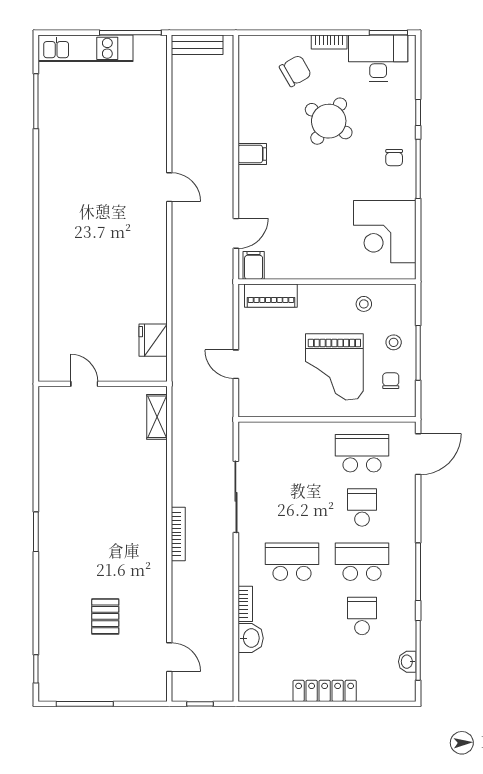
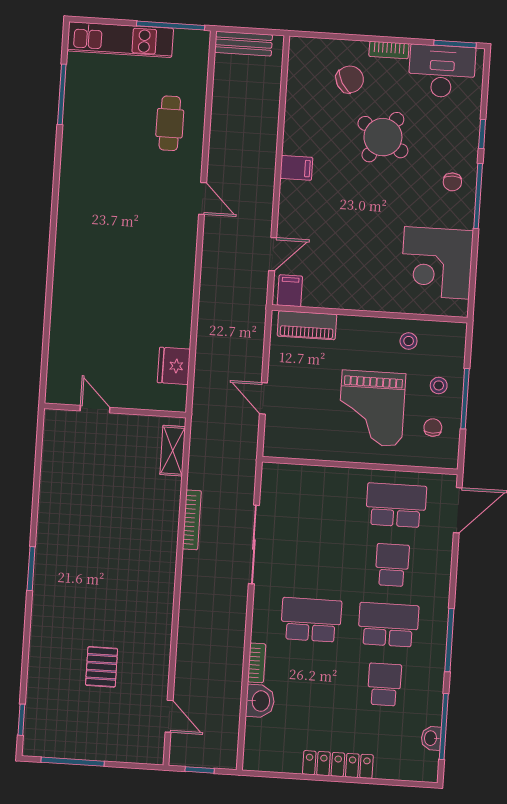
cafe table: (135, 121) -> (170, 123), added
bookcase: (178, 534) -> (192, 520), moved

